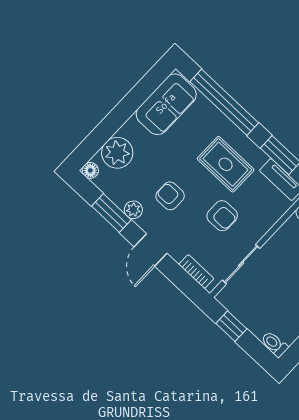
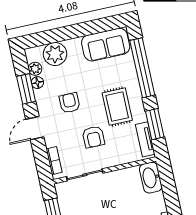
floor lamp: (90, 170) -> (37, 83), moved
plant: (133, 210) -> (35, 69), moved

